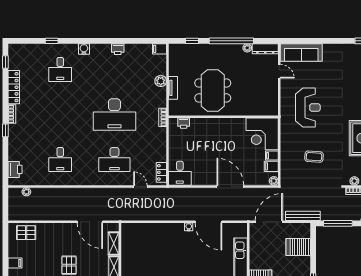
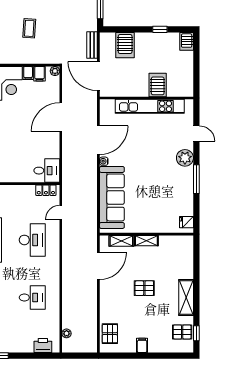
bench: (303, 216) -> (92, 45), width x0.73
sofa: (155, 235) -> (112, 197), added

